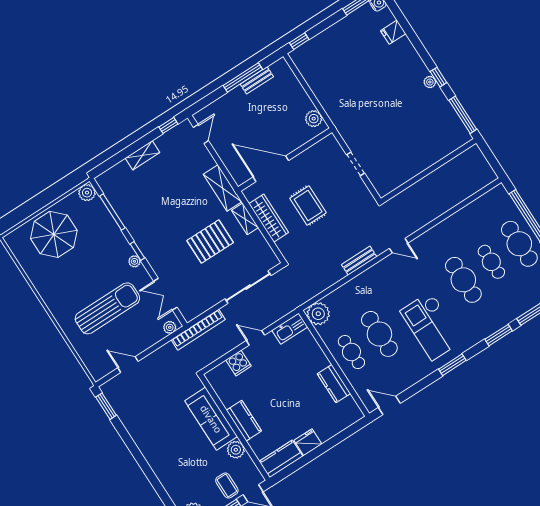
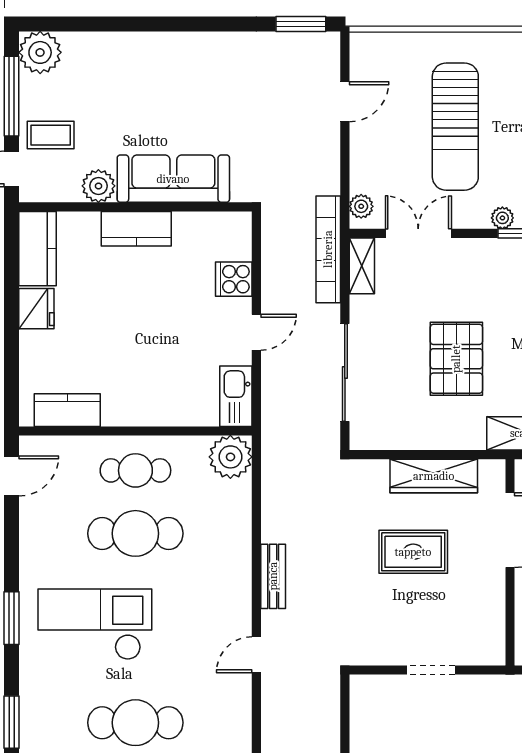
shelving: (245, 219) -> (362, 266), moved, turned 90
kitchen counter: (334, 384) -> (67, 410), moved

